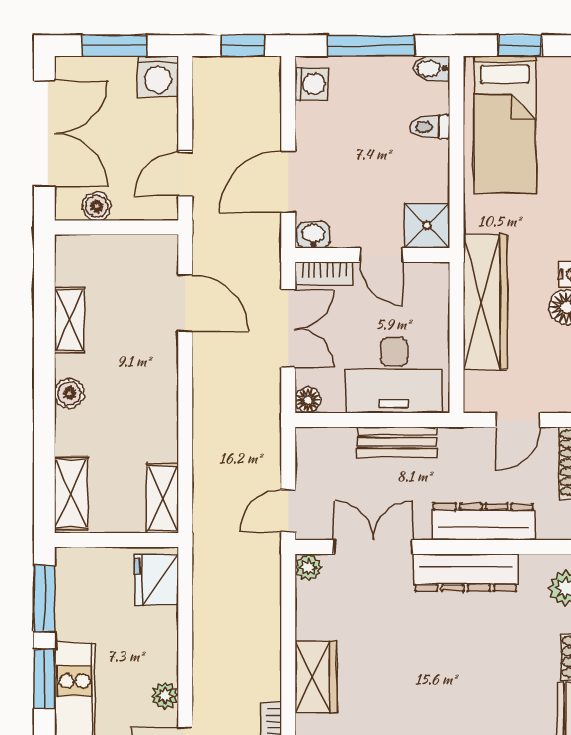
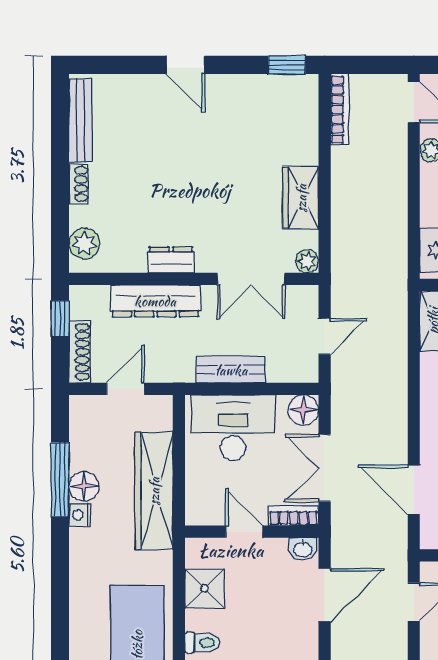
shower: (427, 225) -> (205, 588), moved
floor lamp: (308, 400) -> (303, 410), width x1.37, depth x1.37
door: (288, 511) -> (325, 336), moved
dresser: (466, 573) -> (171, 260), width x0.51, depth x0.80
wardrobe: (316, 677) -> (301, 198), moved

